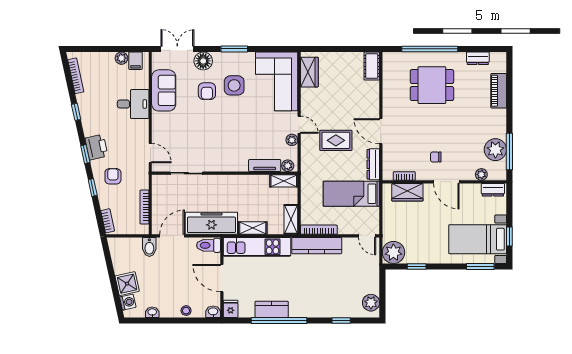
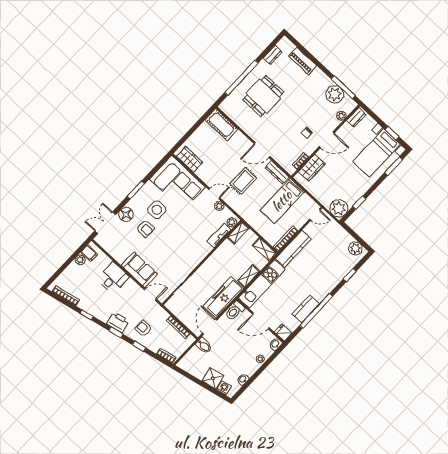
cot: (372, 66) -> (221, 125), width x1.37, depth x1.34
sofa: (164, 90) -> (139, 270), moved

